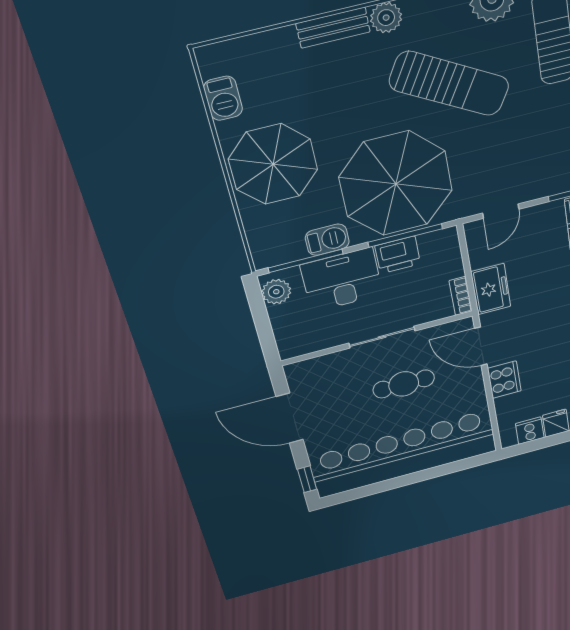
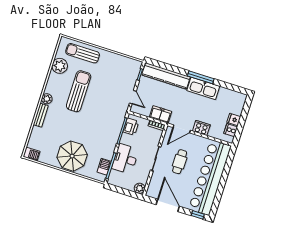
sun lounger: (449, 84) -> (79, 91), turned -30
barbecue: (223, 98) -> (32, 154), moved
parasol: (396, 184) -> (102, 124), removed
barbecue: (327, 240) -> (104, 167), moved
printer: (398, 255) -> (131, 127), moved
plant: (276, 292) -> (140, 188), moved
door: (290, 418) -> (168, 205), swing flipped

